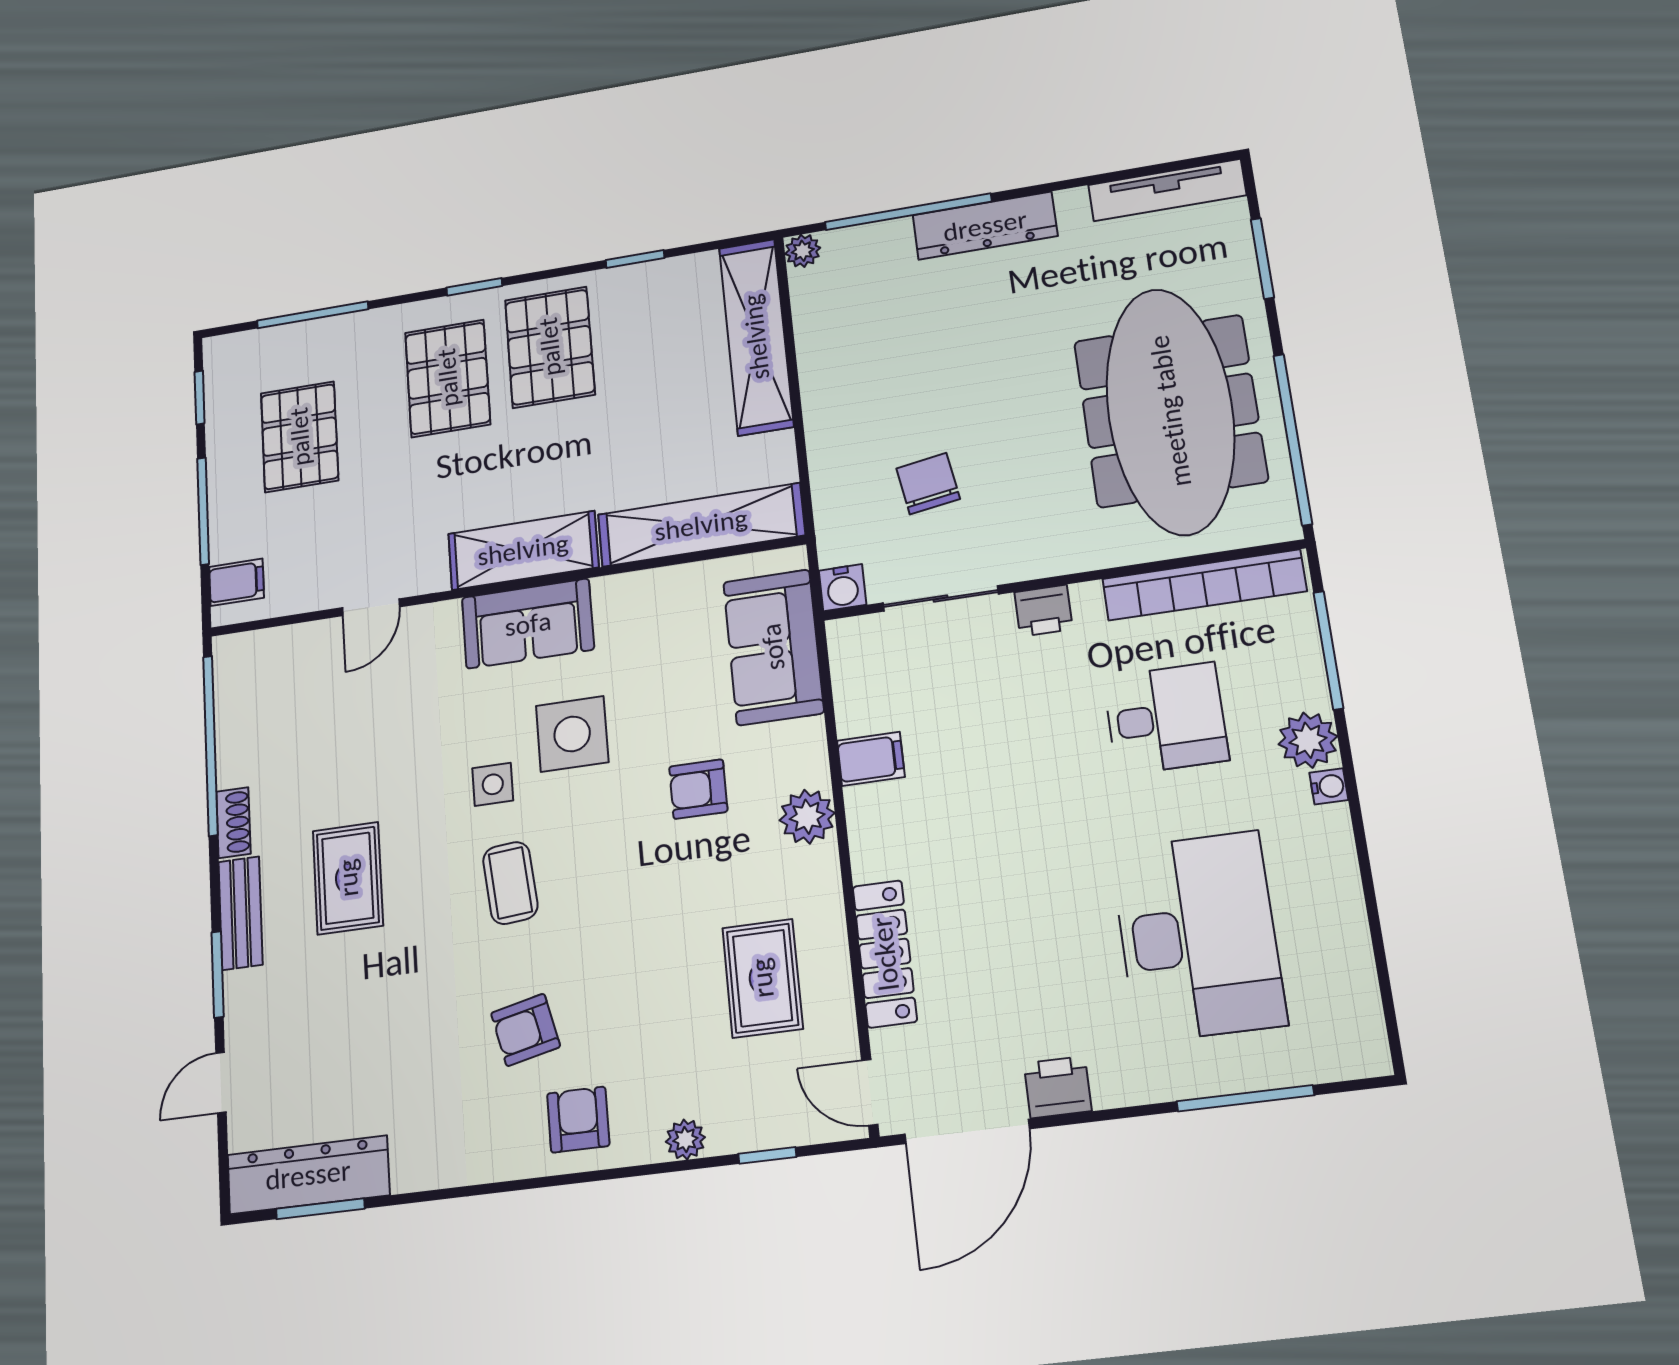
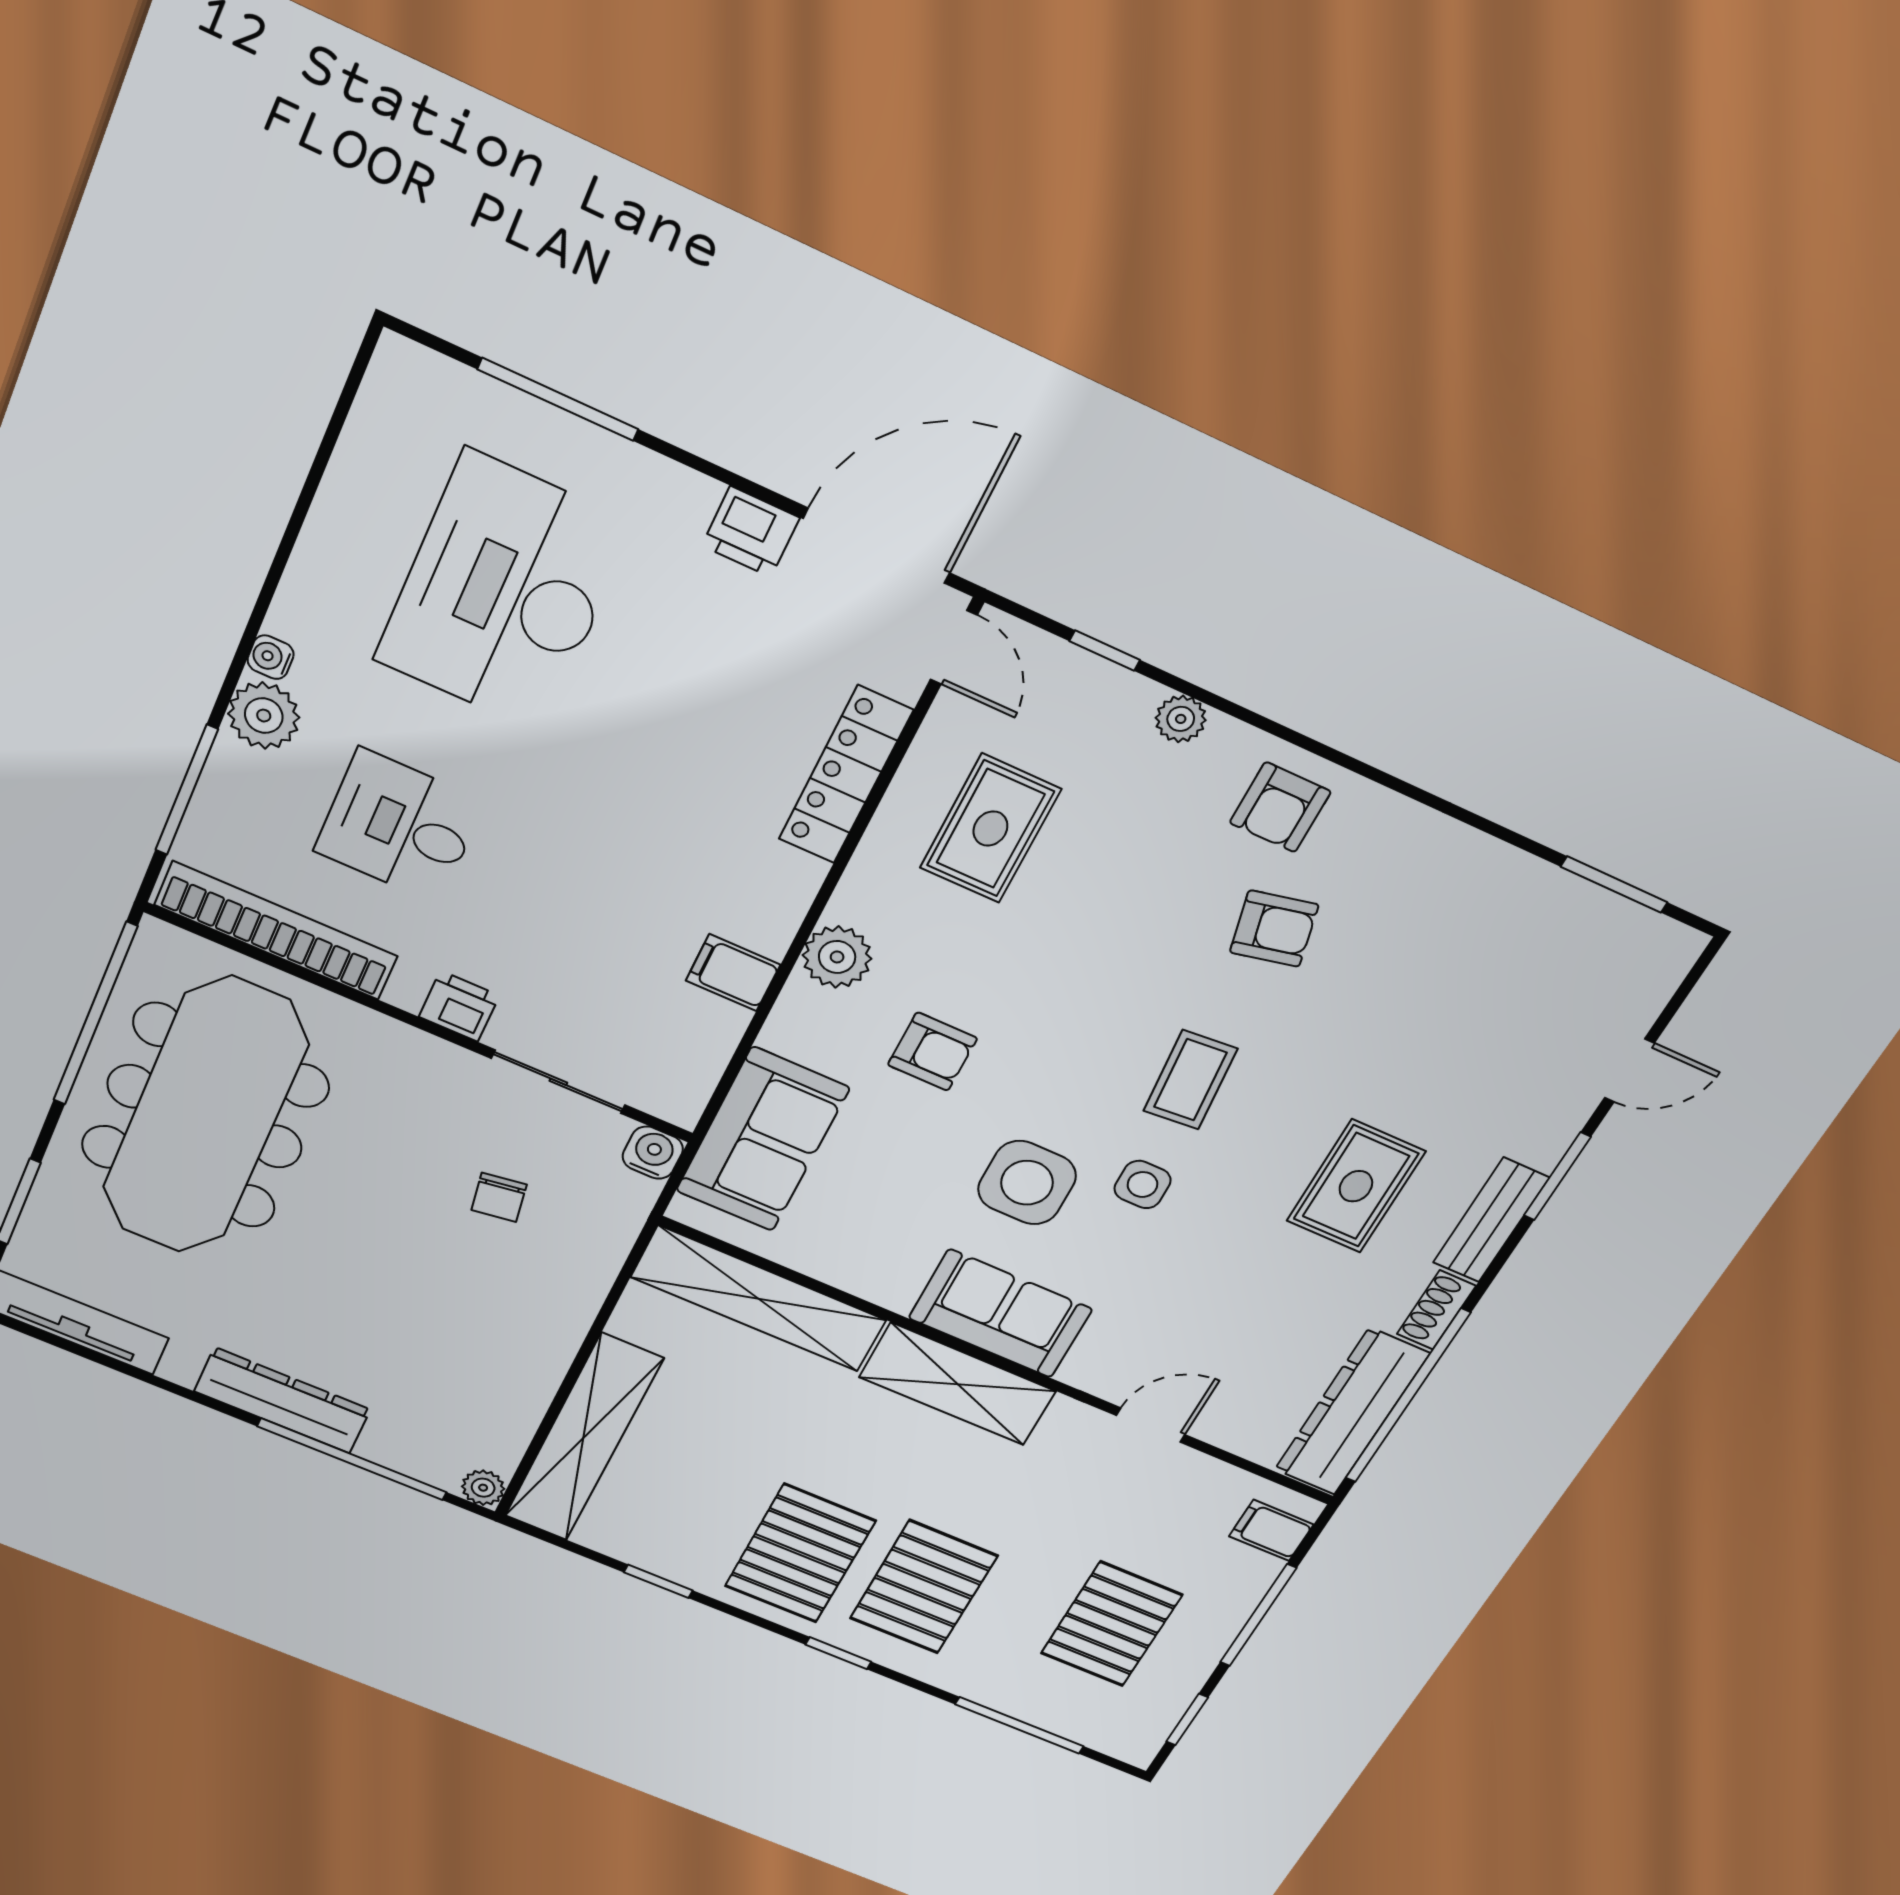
chair: (928, 484) -> (499, 1197), width x0.73, depth x0.73
dresser: (308, 1175) -> (1352, 1412), moved, turned 90

